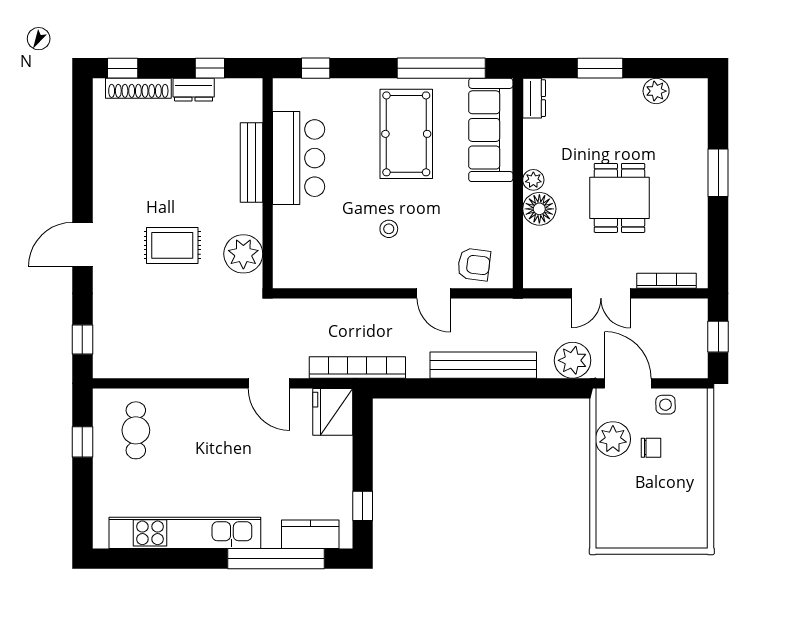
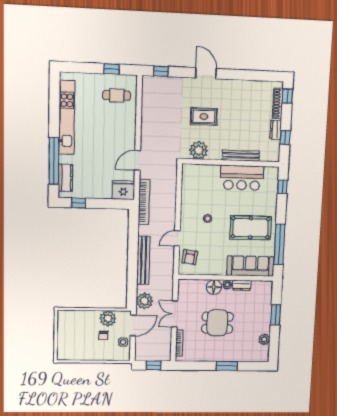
dresser: (534, 98) -> (242, 285), moved
rug: (172, 245) -> (204, 117), turned 90

